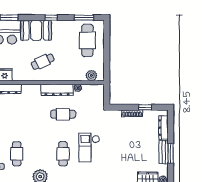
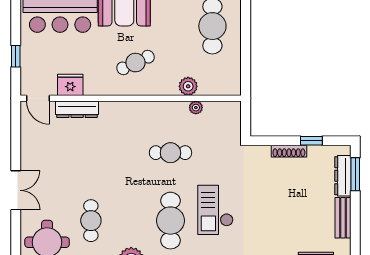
plant: (91, 76) -> (188, 86), moved
dresser: (57, 90) -> (160, 111), removed
window: (171, 153) -> (355, 174), moved
cafe table: (63, 154) -> (170, 221), width x1.37, depth x1.35

